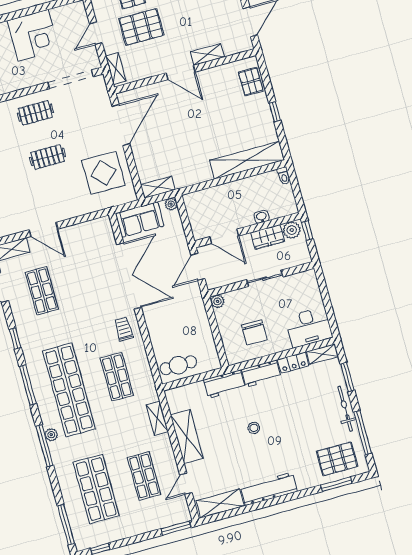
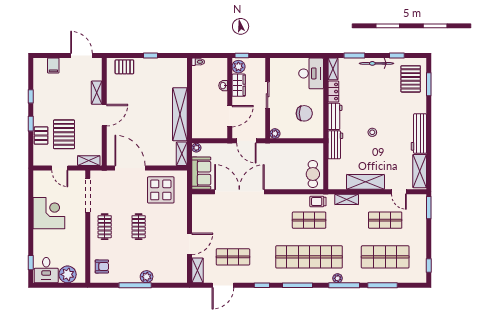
shelving: (247, 160) -> (180, 114), moved
trolley: (124, 329) -> (318, 201), moved
window: (363, 433) -> (397, 56), width x0.46
window: (66, 525) -> (383, 285), moved

